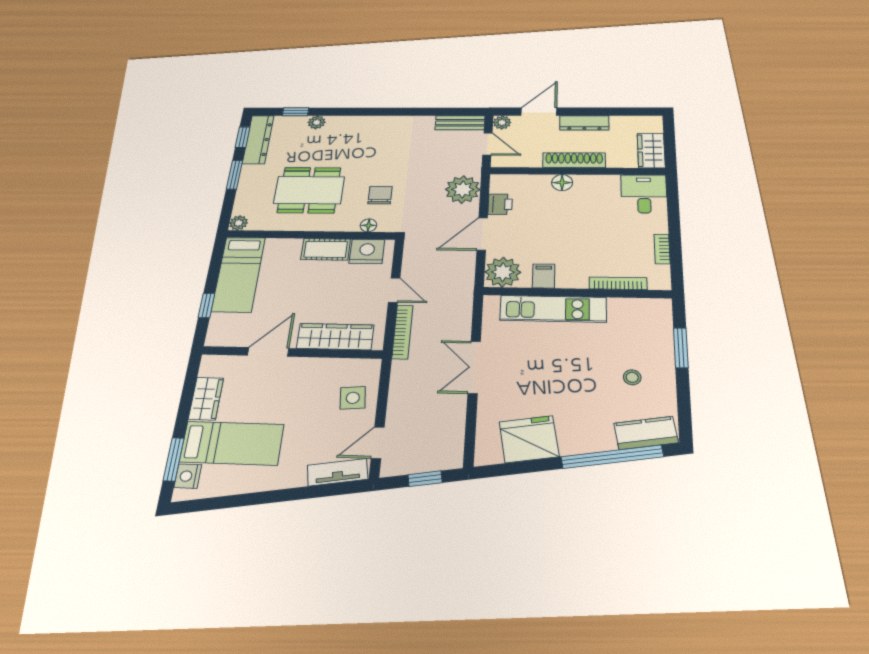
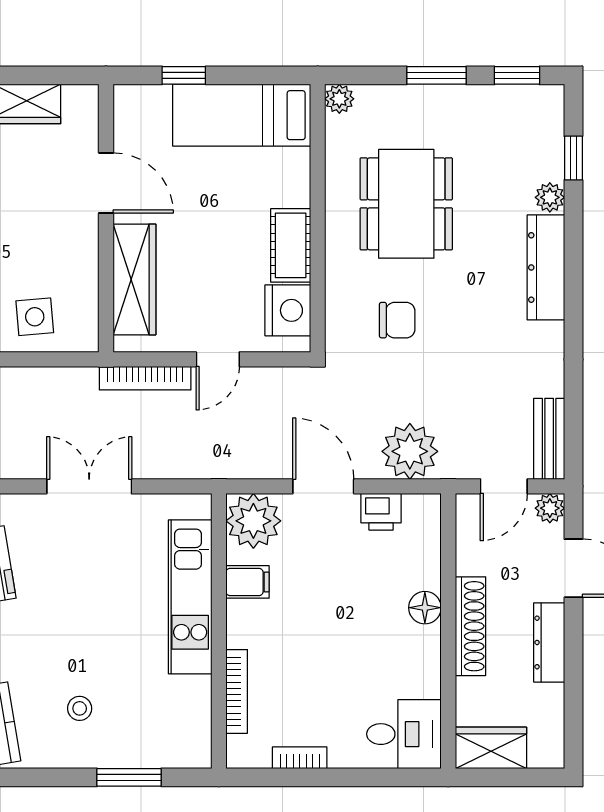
dresser: (258, 139) -> (546, 267), moved, turned 90
floor lamp: (368, 225) -> (337, 308), removed

